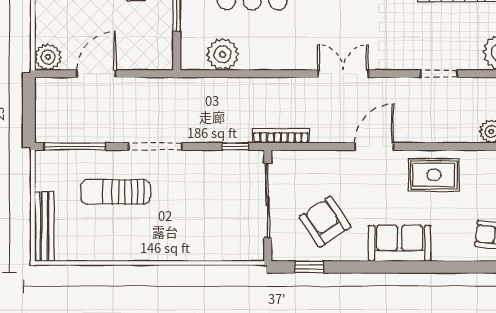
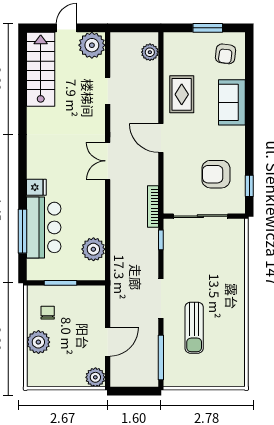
door: (96, 74) -> (108, 342), swing flipped
armchair: (325, 222) -> (216, 174), turned 34
bench: (44, 226) -> (219, 380), removed
sofa: (400, 243) -> (232, 102), moved

